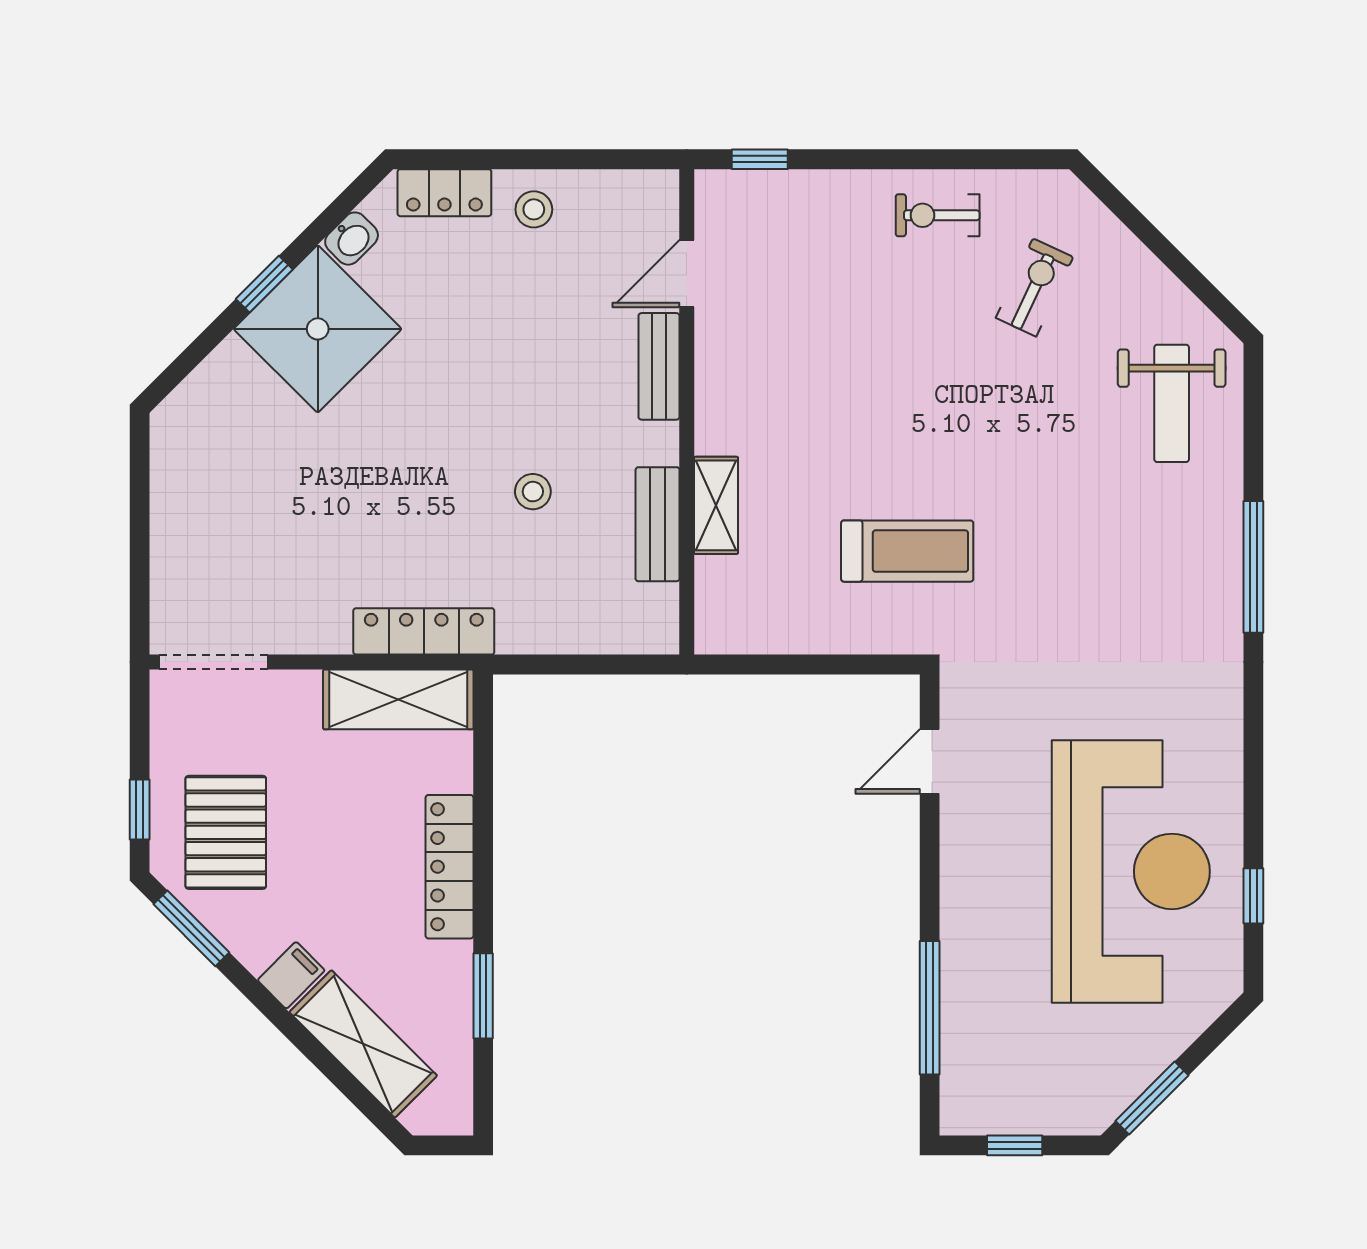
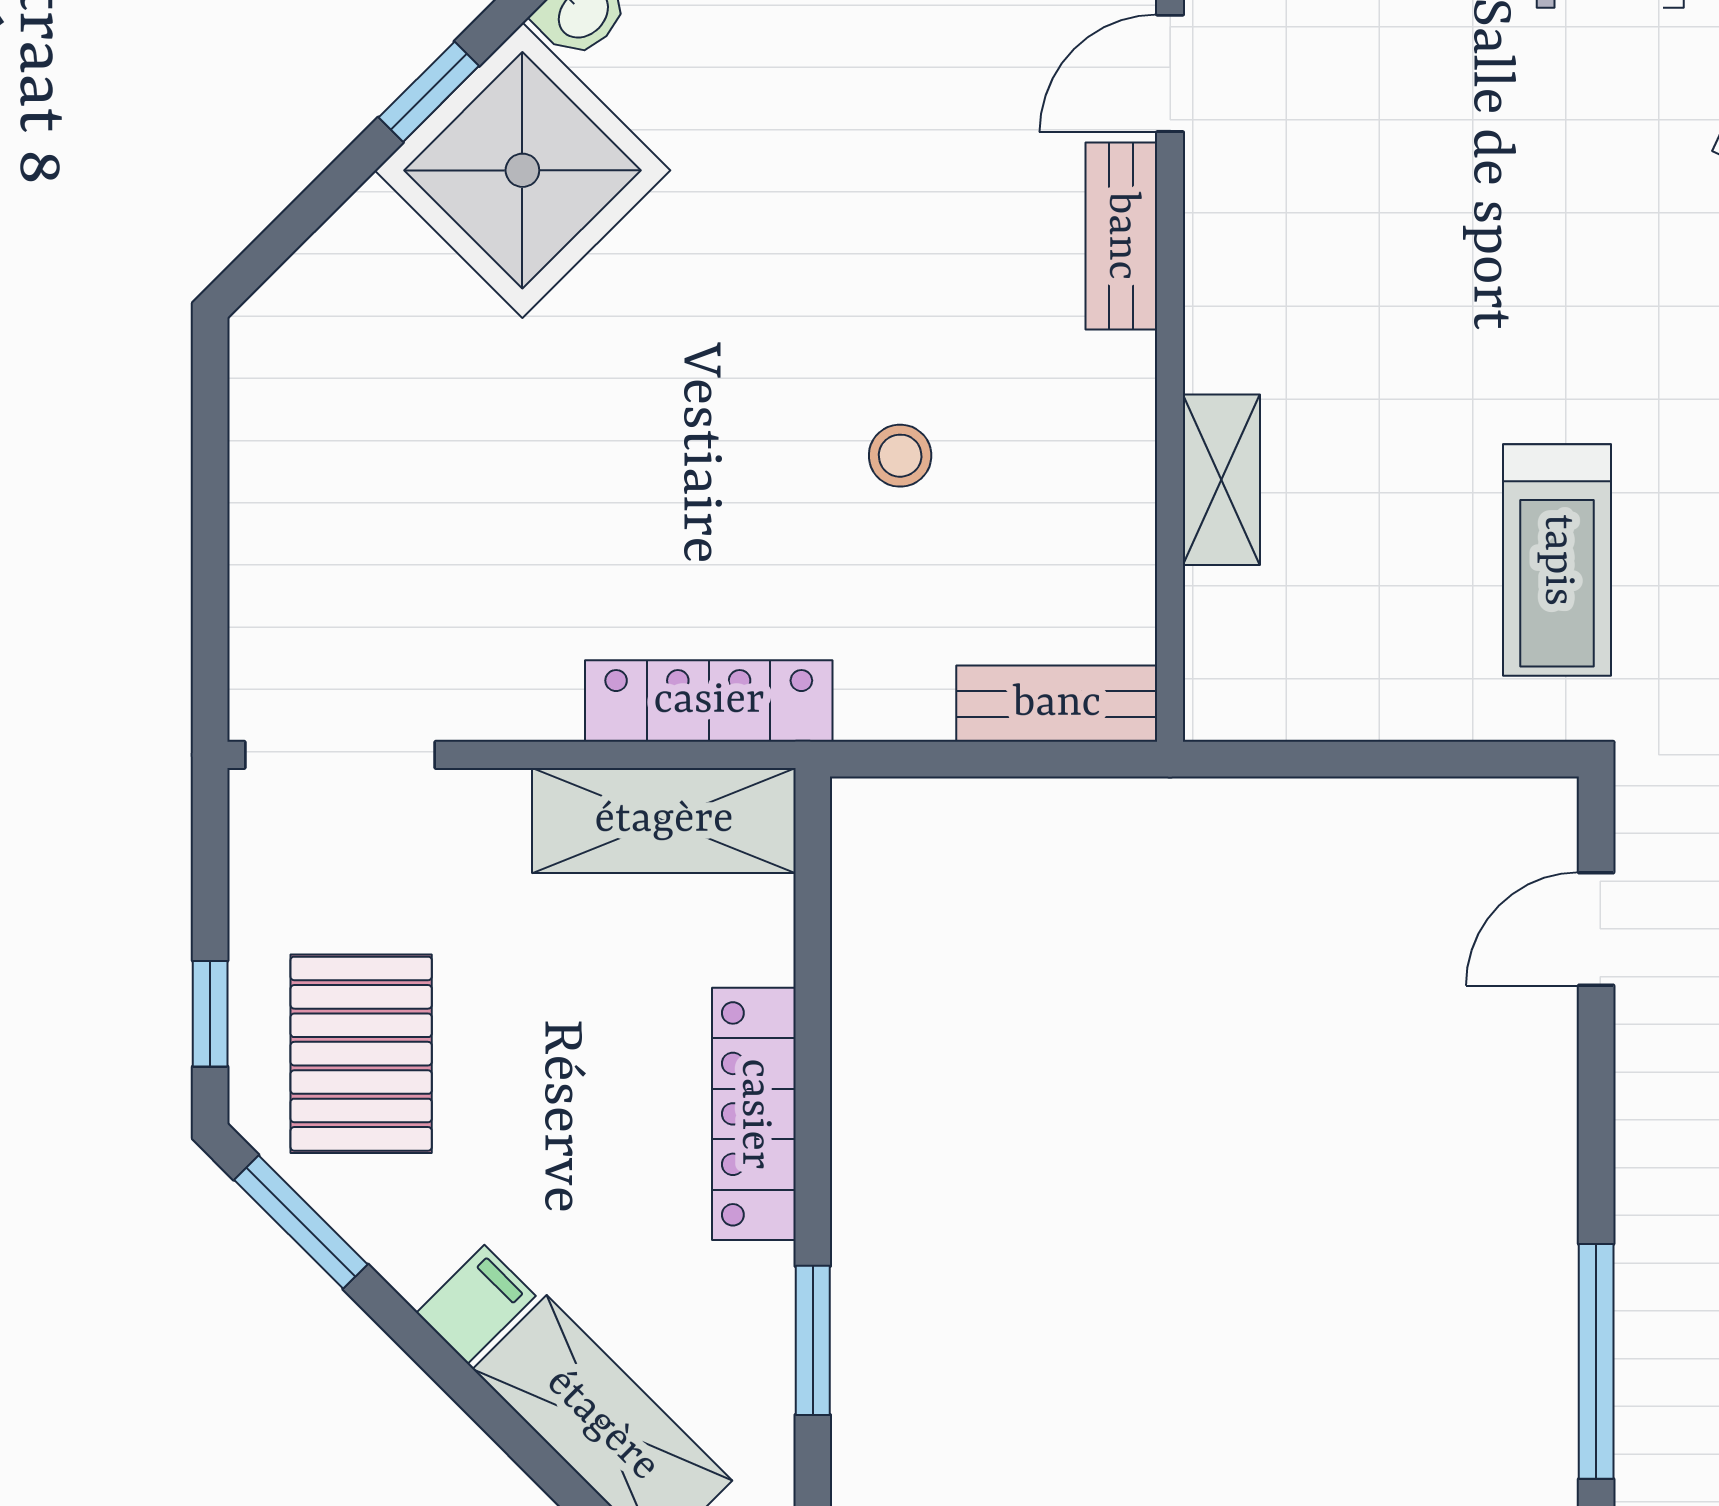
bench: (658, 524) -> (1057, 704), moved, turned 90
treadmill: (907, 551) -> (1557, 560), turned 90

